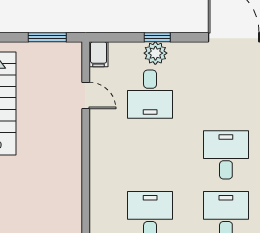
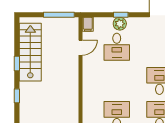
window: (47, 37) -> (59, 15), width x1.44
door: (86, 95) -> (81, 48), hinge flipped

